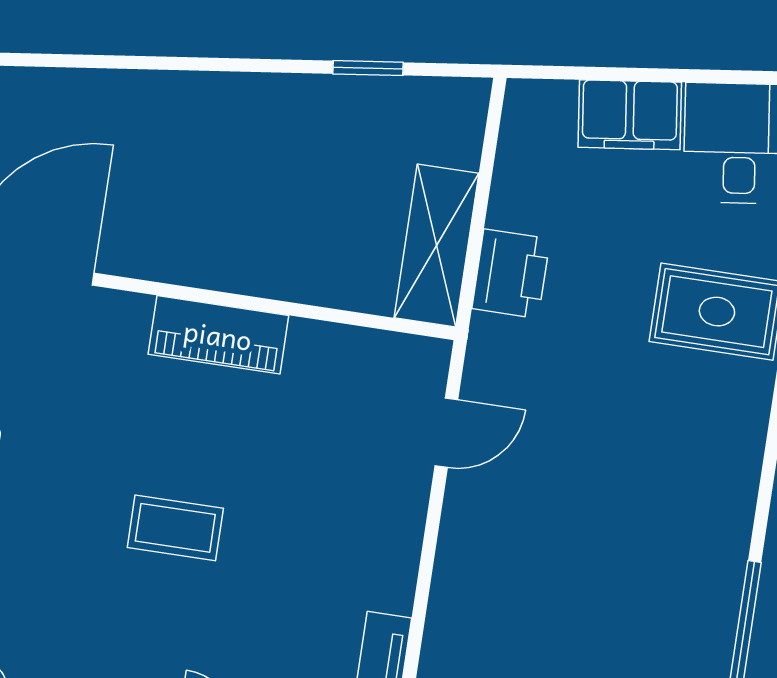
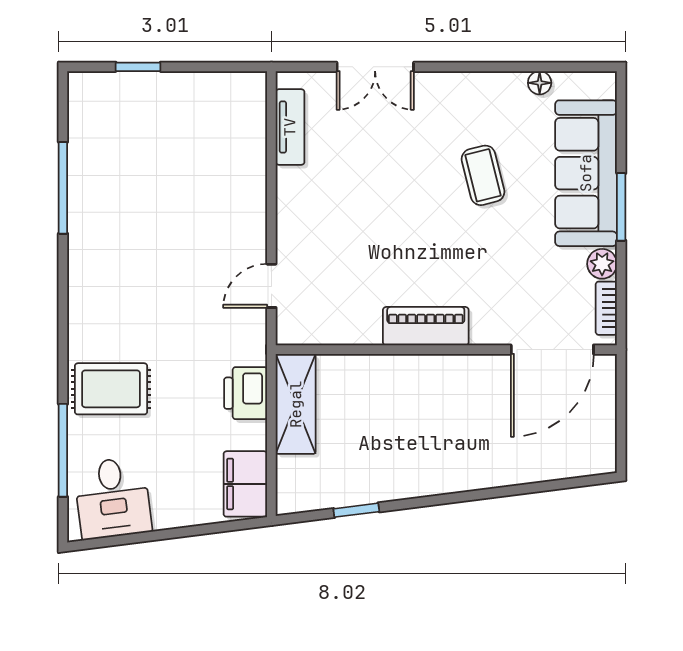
filing cabinet: (630, 115) -> (245, 484), moved, turned -83
coffee table: (175, 528) -> (483, 175), moved, turned 76

